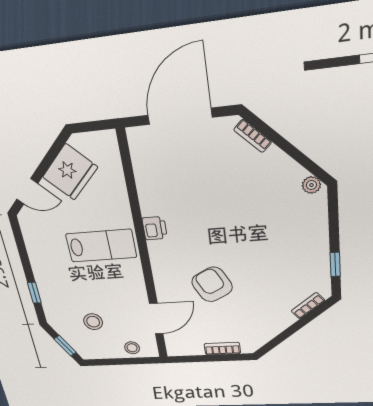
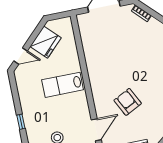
printer: (155, 228) -> (93, 70), removed
lab bench: (101, 246) -> (63, 85), turned 180

